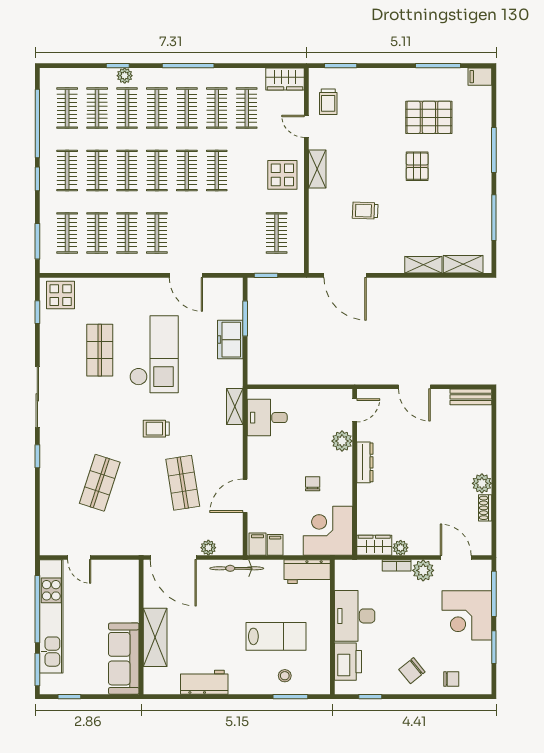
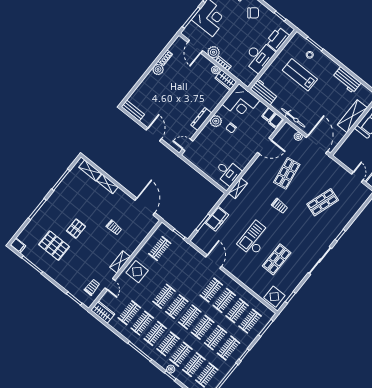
checkout: (154, 354) -> (255, 239), width x0.73, depth x0.83
plant: (342, 441) -> (216, 121), moved

